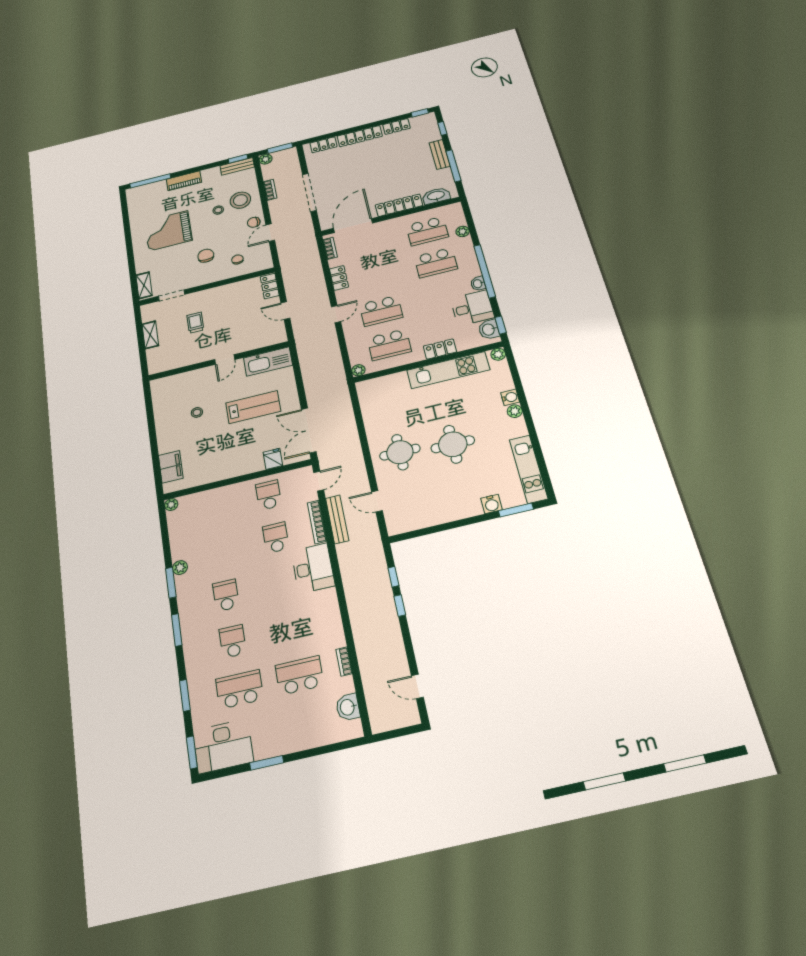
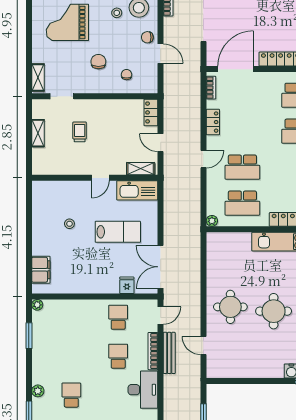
door: (270, 233) -> (161, 54), swing flipped
shelving: (268, 340) -> (141, 169), added
plant: (180, 568) -> (38, 391), moved
window: (171, 583) -> (29, 336), moved

